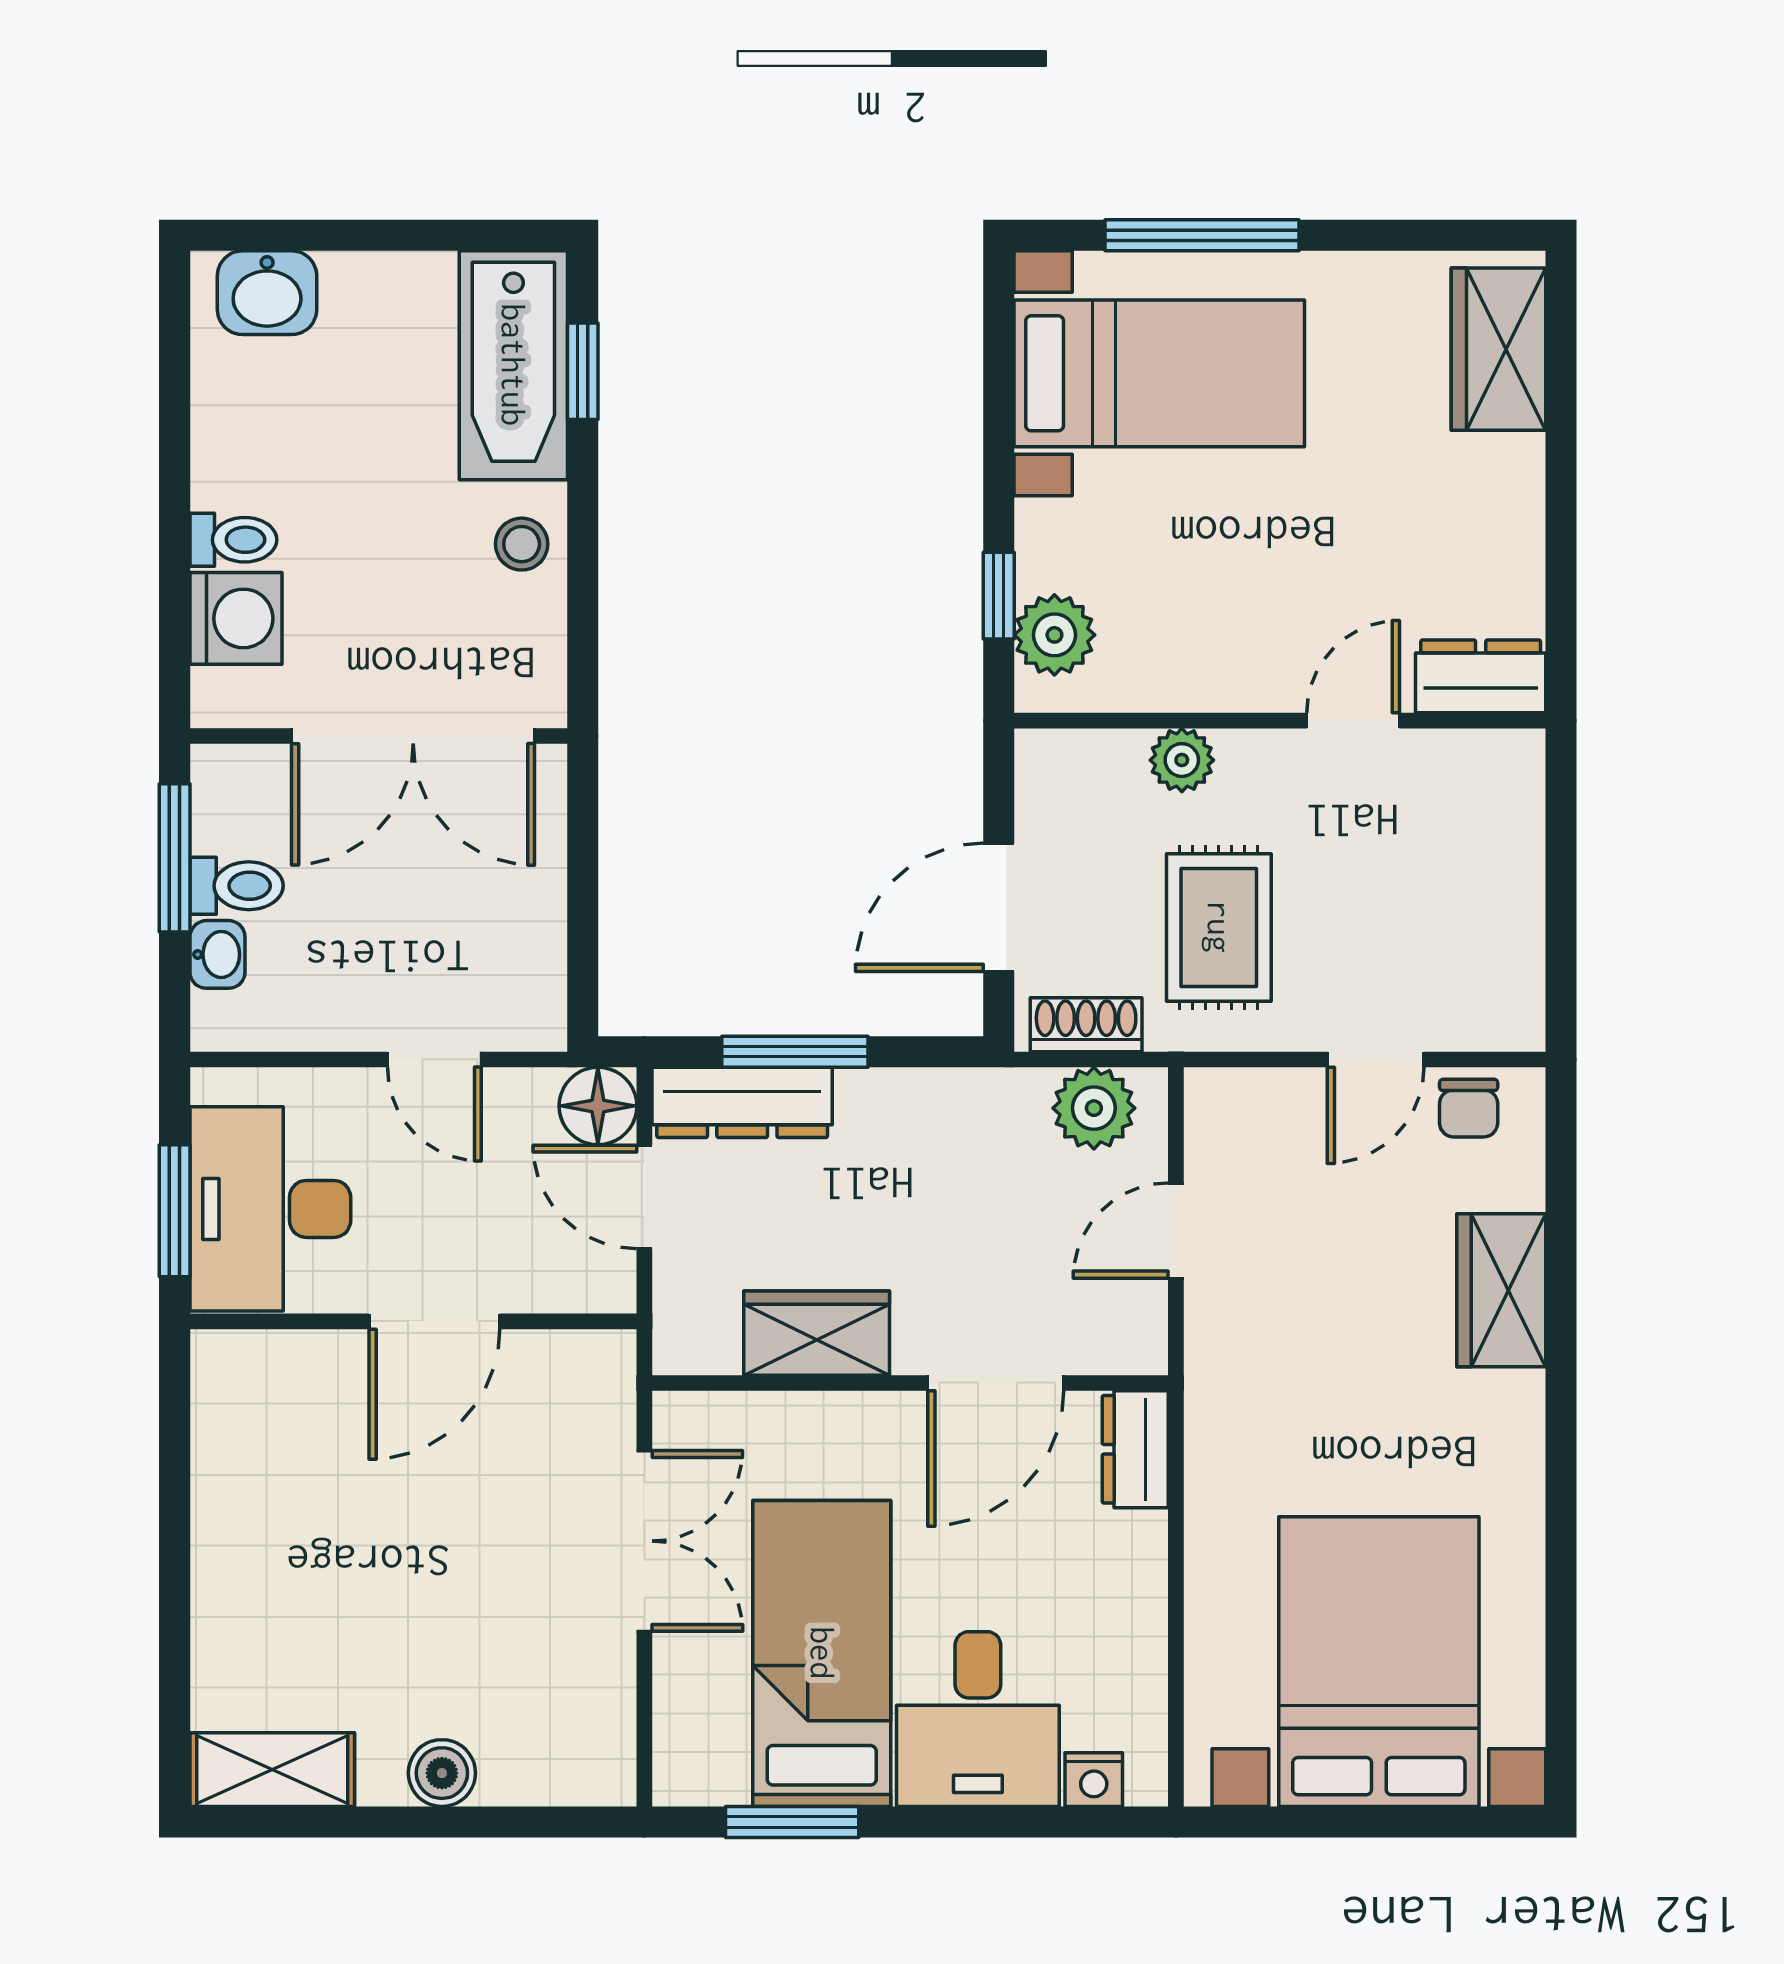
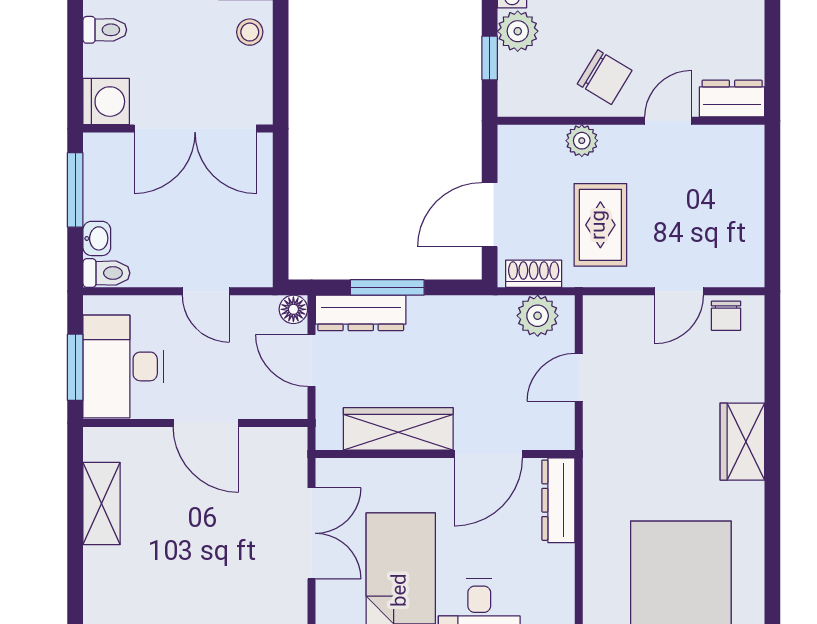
washing machine: (236, 618) -> (106, 102), moved
chair: (1227, 634) -> (605, 77), added
plant: (1054, 635) -> (518, 31), moved
toilet: (237, 886) -> (106, 273), moved
floor lamp: (598, 1106) -> (293, 309), width x0.73, depth x0.73
wardrobe: (1501, 1290) -> (742, 442), moved
door: (434, 1321) -> (206, 423), hinge flipped
wardrobe: (817, 1333) -> (398, 429), width x1.50
dresser: (1135, 1449) -> (558, 500), width x1.44
shelving: (227, 1482) -> (101, 504), added

